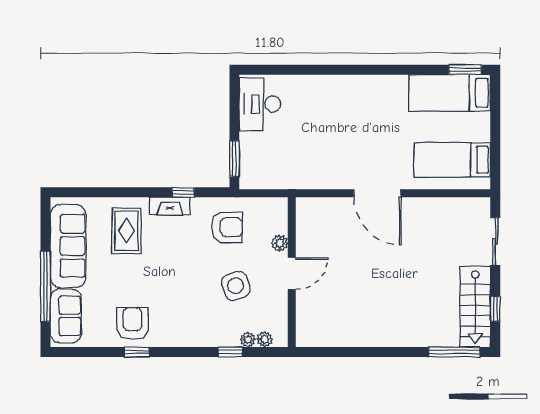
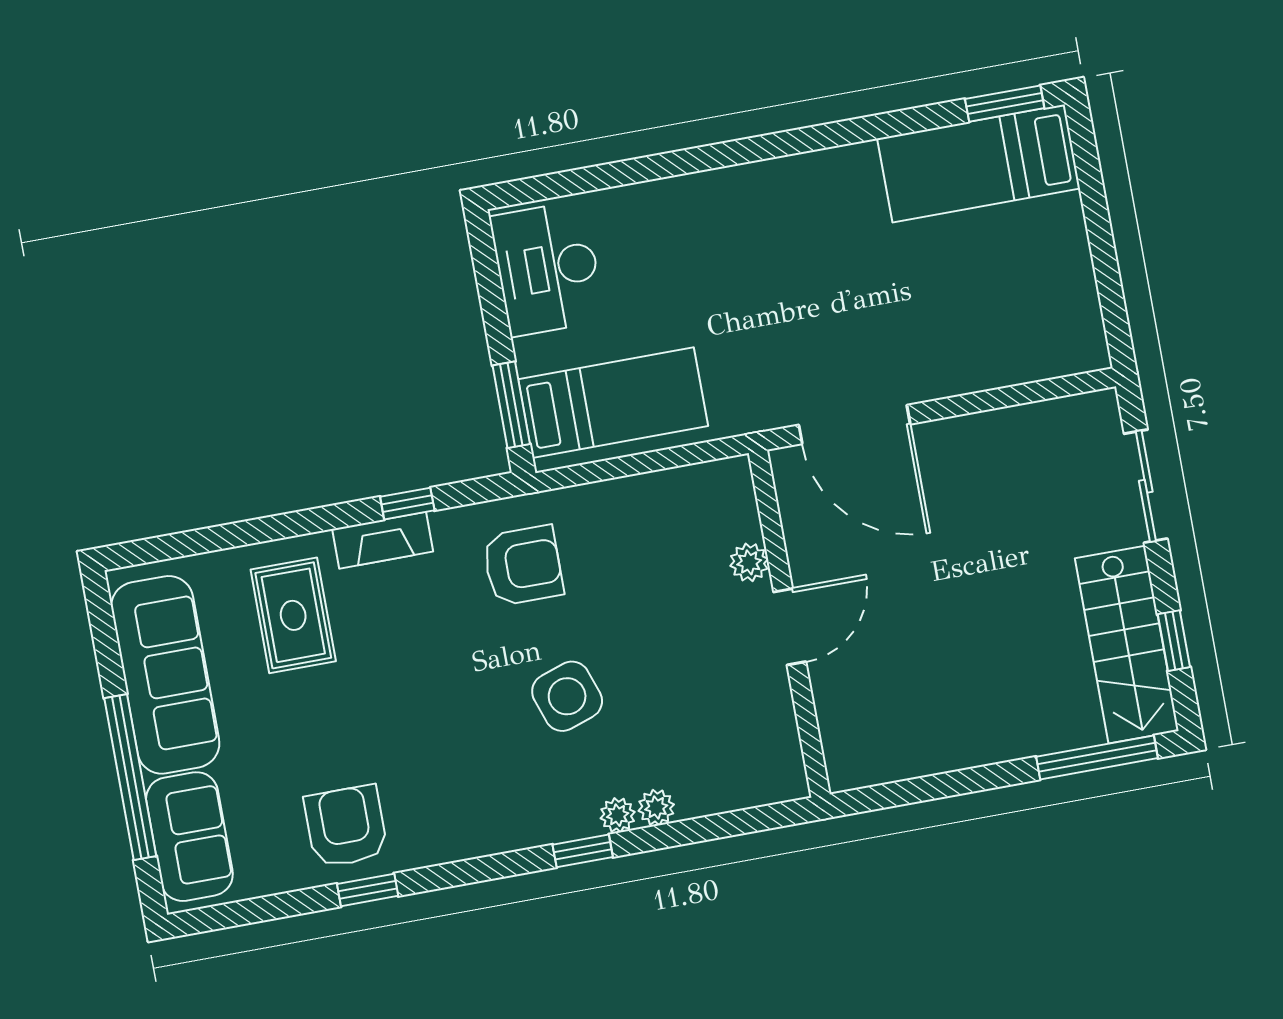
bed: (452, 160) -> (613, 403), moved, turned 180
plant: (280, 243) -> (749, 562), moved
wall: (292, 272) -> (789, 624), moved
door: (292, 274) -> (790, 627), moved

